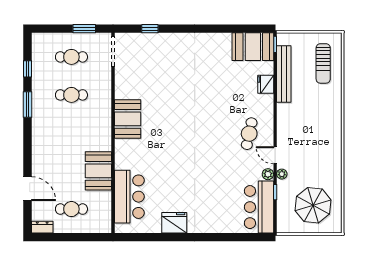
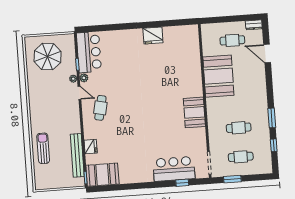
sun lounger: (323, 63) -> (43, 148), moved
booth: (98, 171) -> (218, 76), width x1.36, depth x1.42
bar counter: (129, 197) -> (174, 169), moved, turned 90

